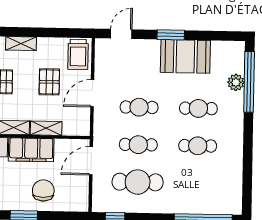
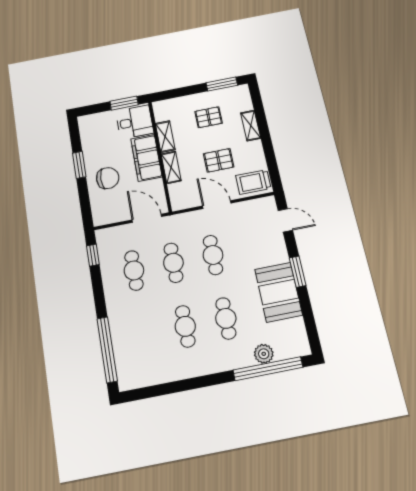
cafe table: (138, 182) -> (134, 270), width x0.73, depth x0.74

